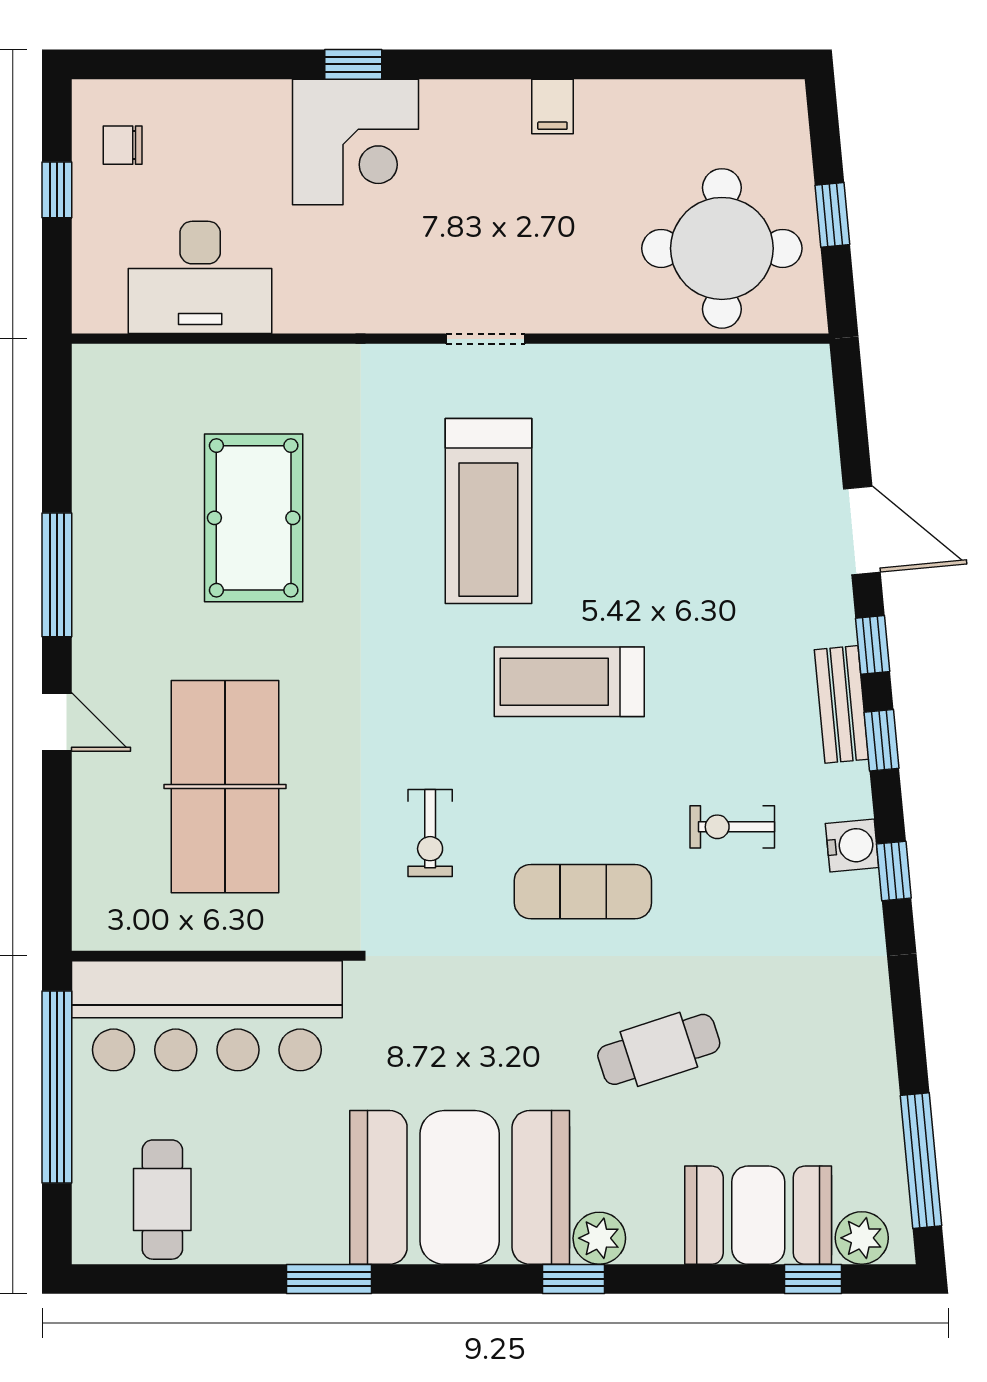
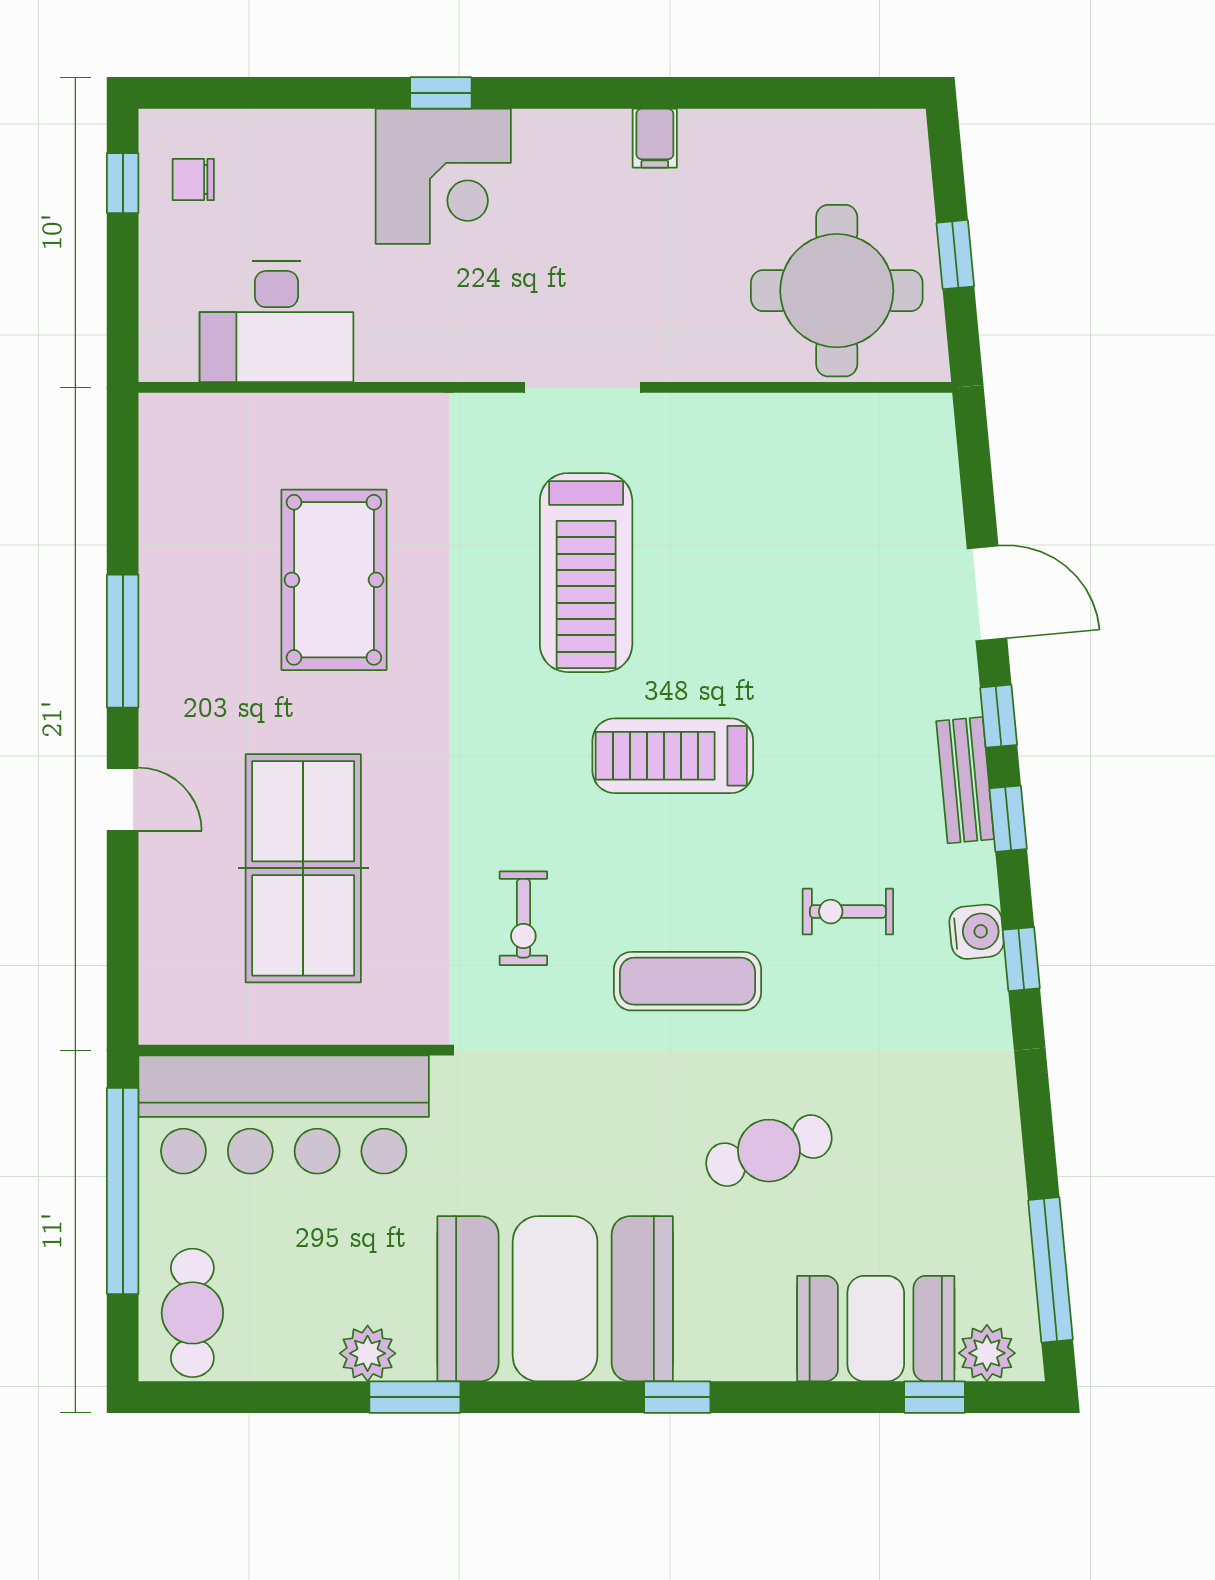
window: (57, 190) -> (123, 183), moved
doorway: (485, 339) -> (583, 387), width x1.38
cafe table: (162, 1200) -> (192, 1313), moved
plant: (599, 1238) -> (368, 1353), moved

